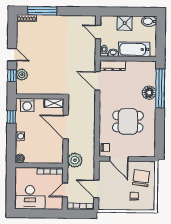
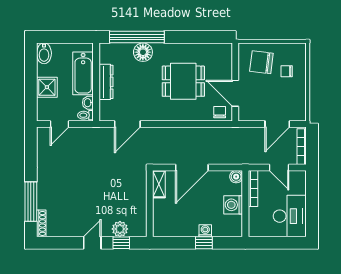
dresser: (113, 66) -> (106, 82), moved
washing machine: (27, 105) -> (233, 205), moved, turned 180
window: (11, 117) -> (204, 243), moved
dining table: (128, 122) -> (183, 81), turned 90
boiler: (20, 159) -> (236, 177), moved
door: (119, 159) -> (235, 93), swing flipped
plant: (75, 160) -> (238, 154), removed

